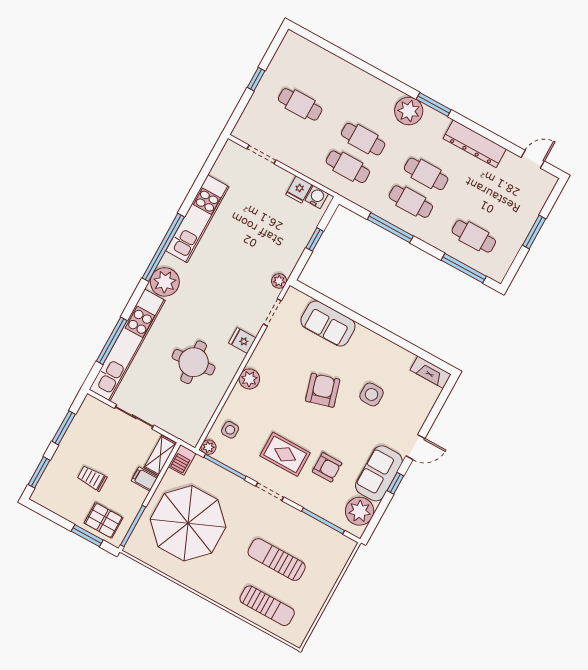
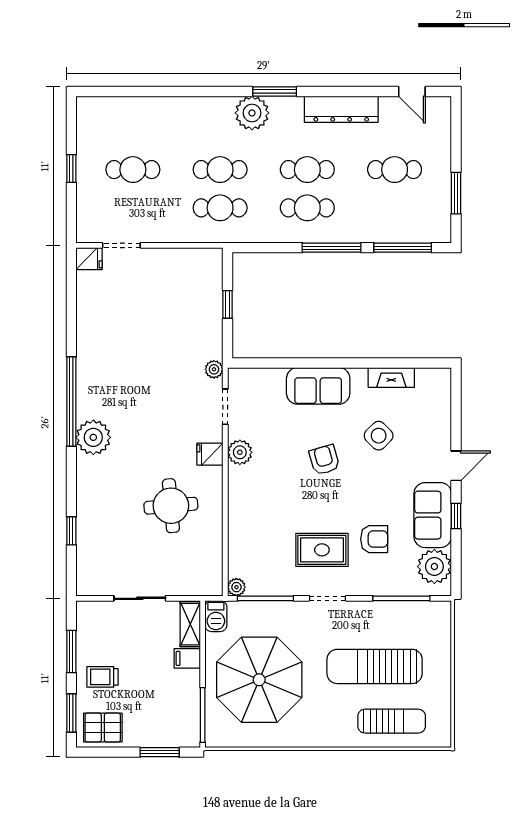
door: (533, 159) -> (412, 92), swing flipped
fridge: (299, 190) -> (89, 259), moved, turned -90
water cooler: (317, 197) -> (205, 258), removed
kitchen unit: (197, 219) -> (91, 351), removed
window: (390, 228) -> (332, 248), moved
window: (534, 232) -> (456, 193), moved
cafe table: (474, 236) -> (395, 170), moved
sofa: (328, 324) -> (318, 386), moved
window: (112, 341) -> (71, 531), width x0.46
kitchen unit: (127, 345) -> (90, 526), removed
fireplace: (431, 372) -> (391, 377), moved
plant: (249, 379) -> (240, 452), moved
armchair: (323, 390) -> (324, 460), width x0.72, depth x0.72
side table: (372, 394) -> (379, 436), turned 45
side table: (230, 430) -> (249, 556), removed
trolley: (92, 478) -> (102, 677), moved
pallet: (104, 520) -> (103, 728), moved
sun lounger: (277, 560) -> (375, 666), width x1.36, depth x1.34

